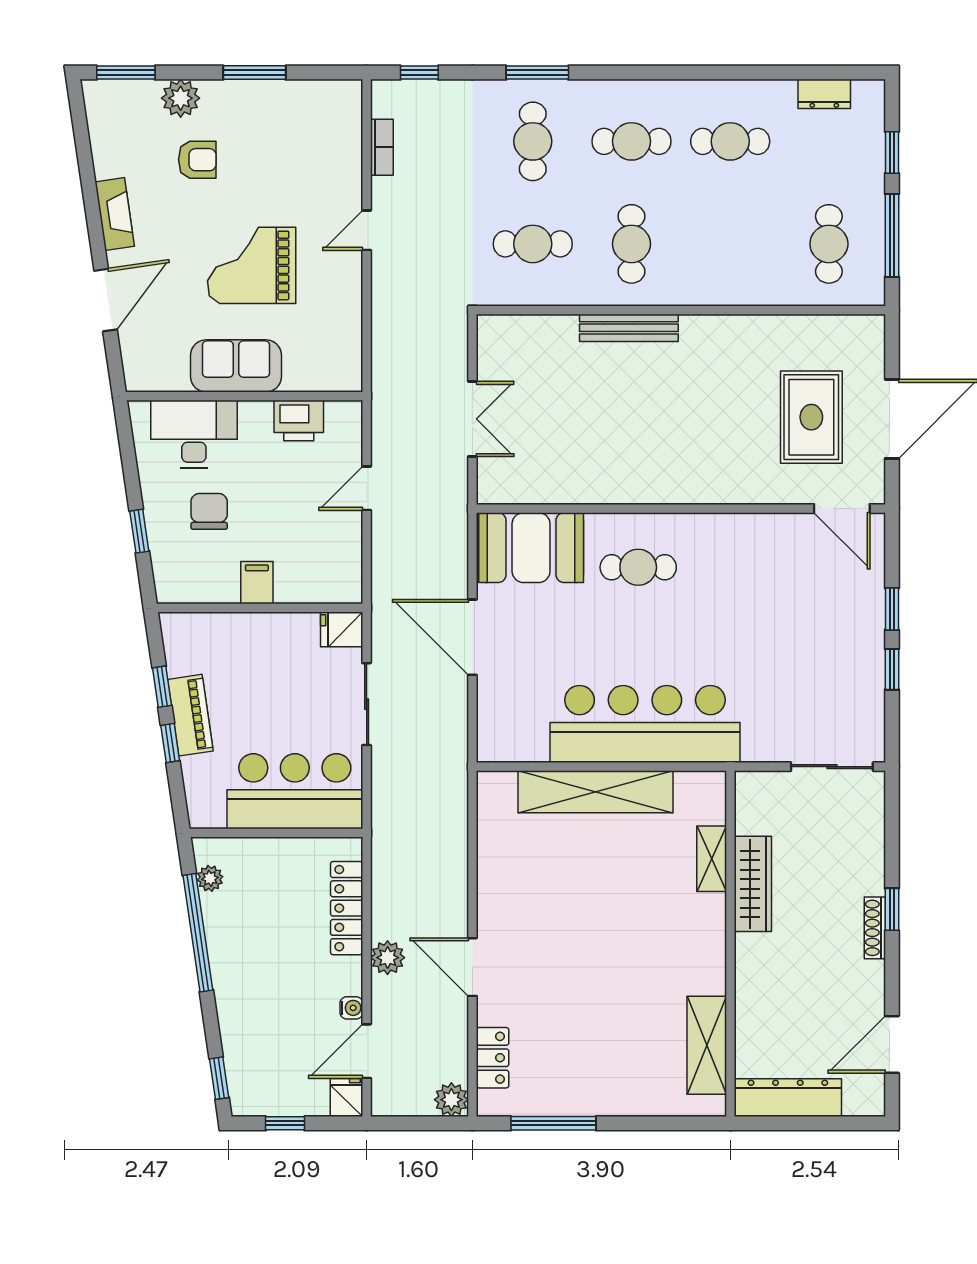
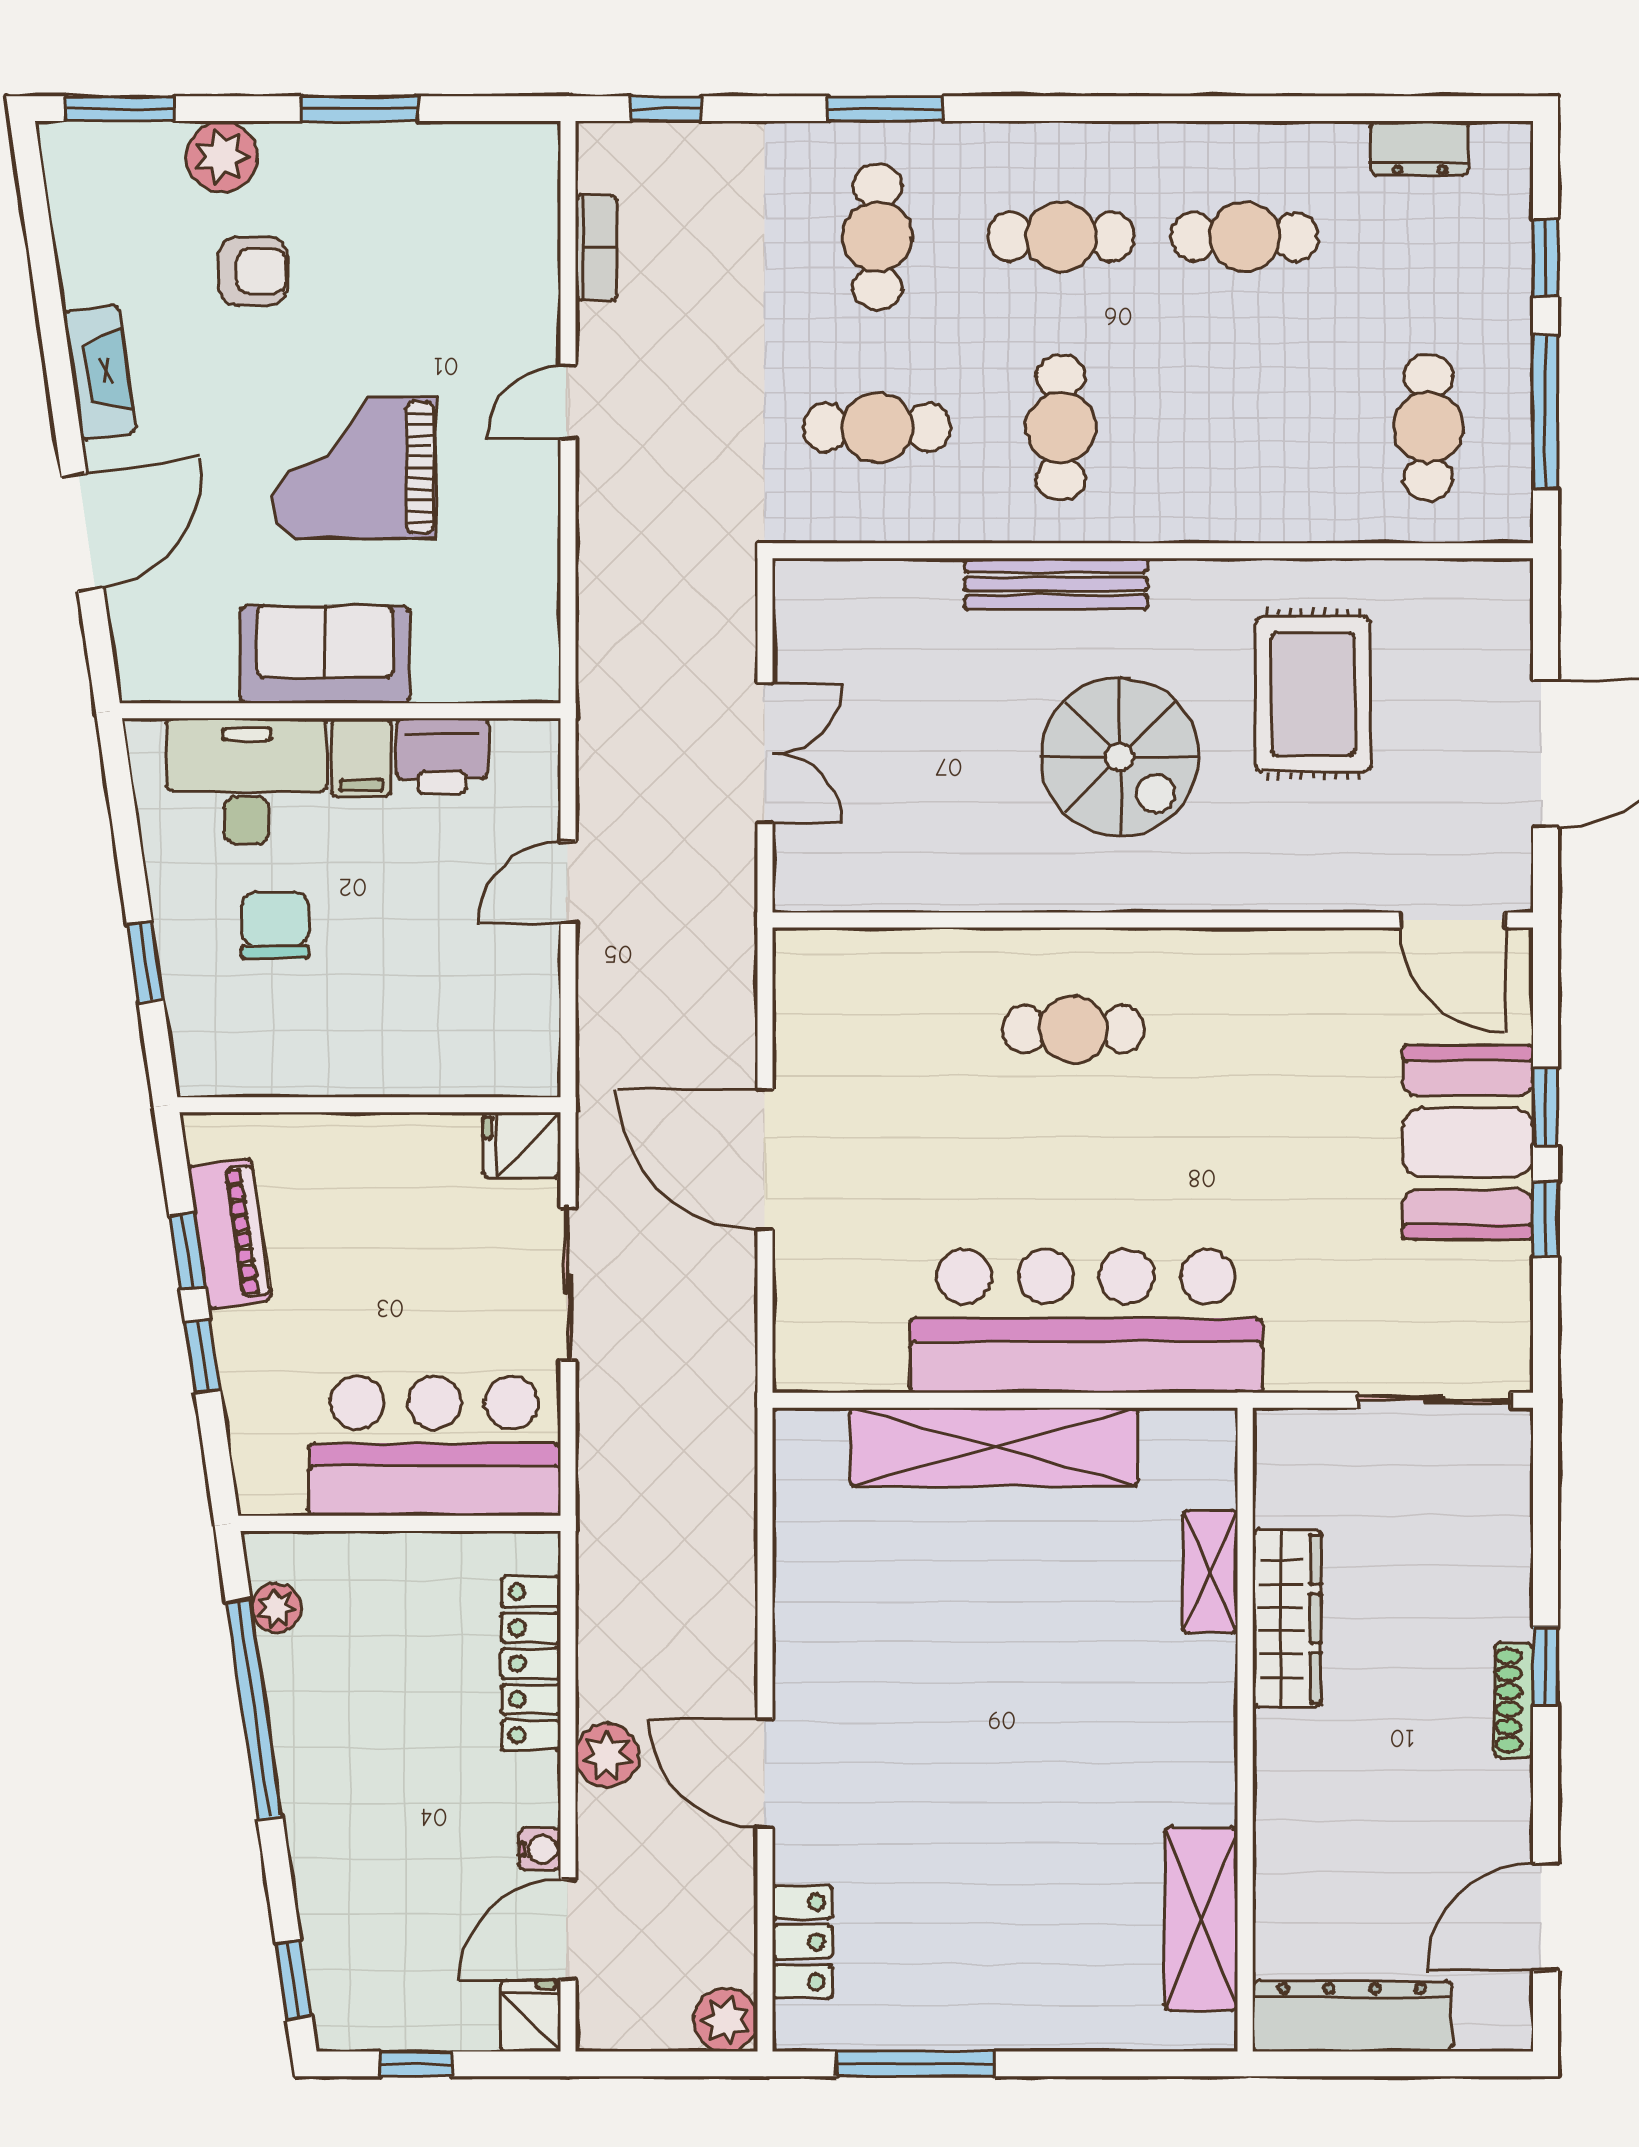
rug: (811, 417) -> (1313, 694), moved
spiral stairs: (663, 421) -> (1120, 757), added
booth: (531, 548) -> (1468, 1143), moved, turned 90
filing cabinet: (257, 583) -> (361, 758), moved, turned 180
piano: (190, 715) -> (230, 1234), moved

